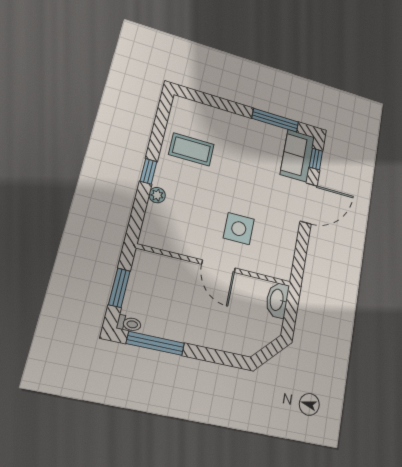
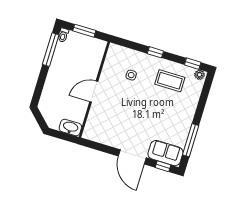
window: (162, 116) -> (193, 64), added
coffee table: (191, 149) -> (170, 81), turned 90
plant: (157, 195) -> (199, 75), moved
side table: (239, 229) -> (131, 75), moved, width x0.54, depth x0.54

